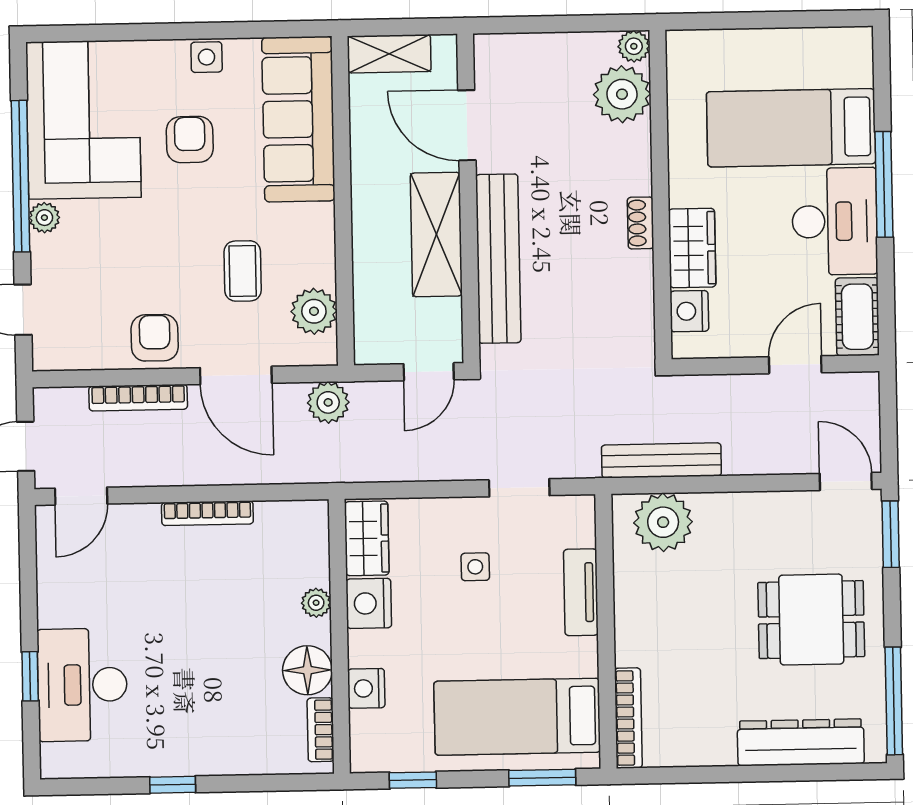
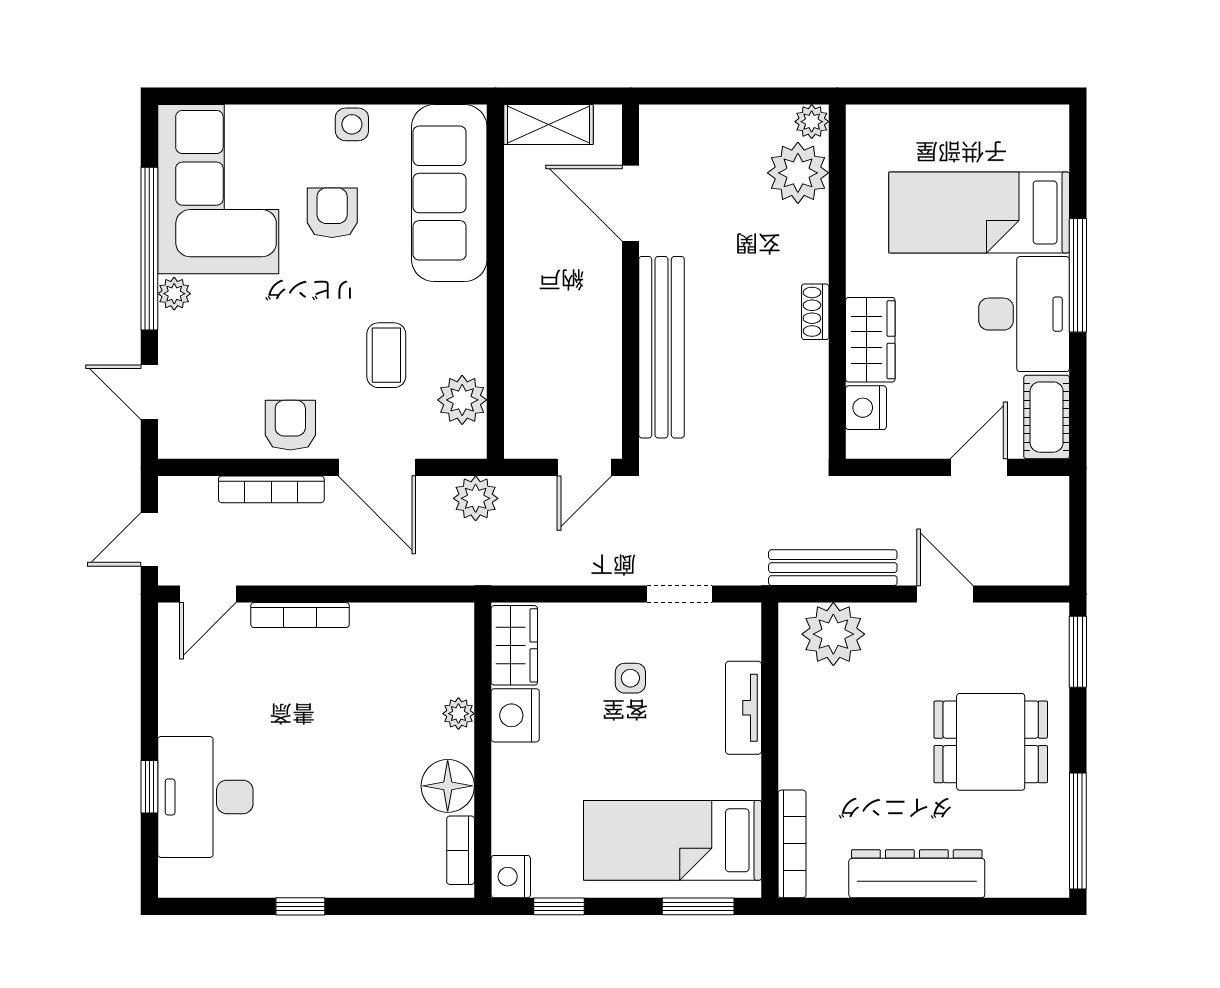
shelving: (436, 235) -> (595, 320), removed
door: (846, 481) -> (945, 594), moved
bookcase: (207, 513) -> (300, 615), moved
nightstand: (366, 688) -> (511, 877), moved
dresser: (801, 742) -> (917, 874), moved

